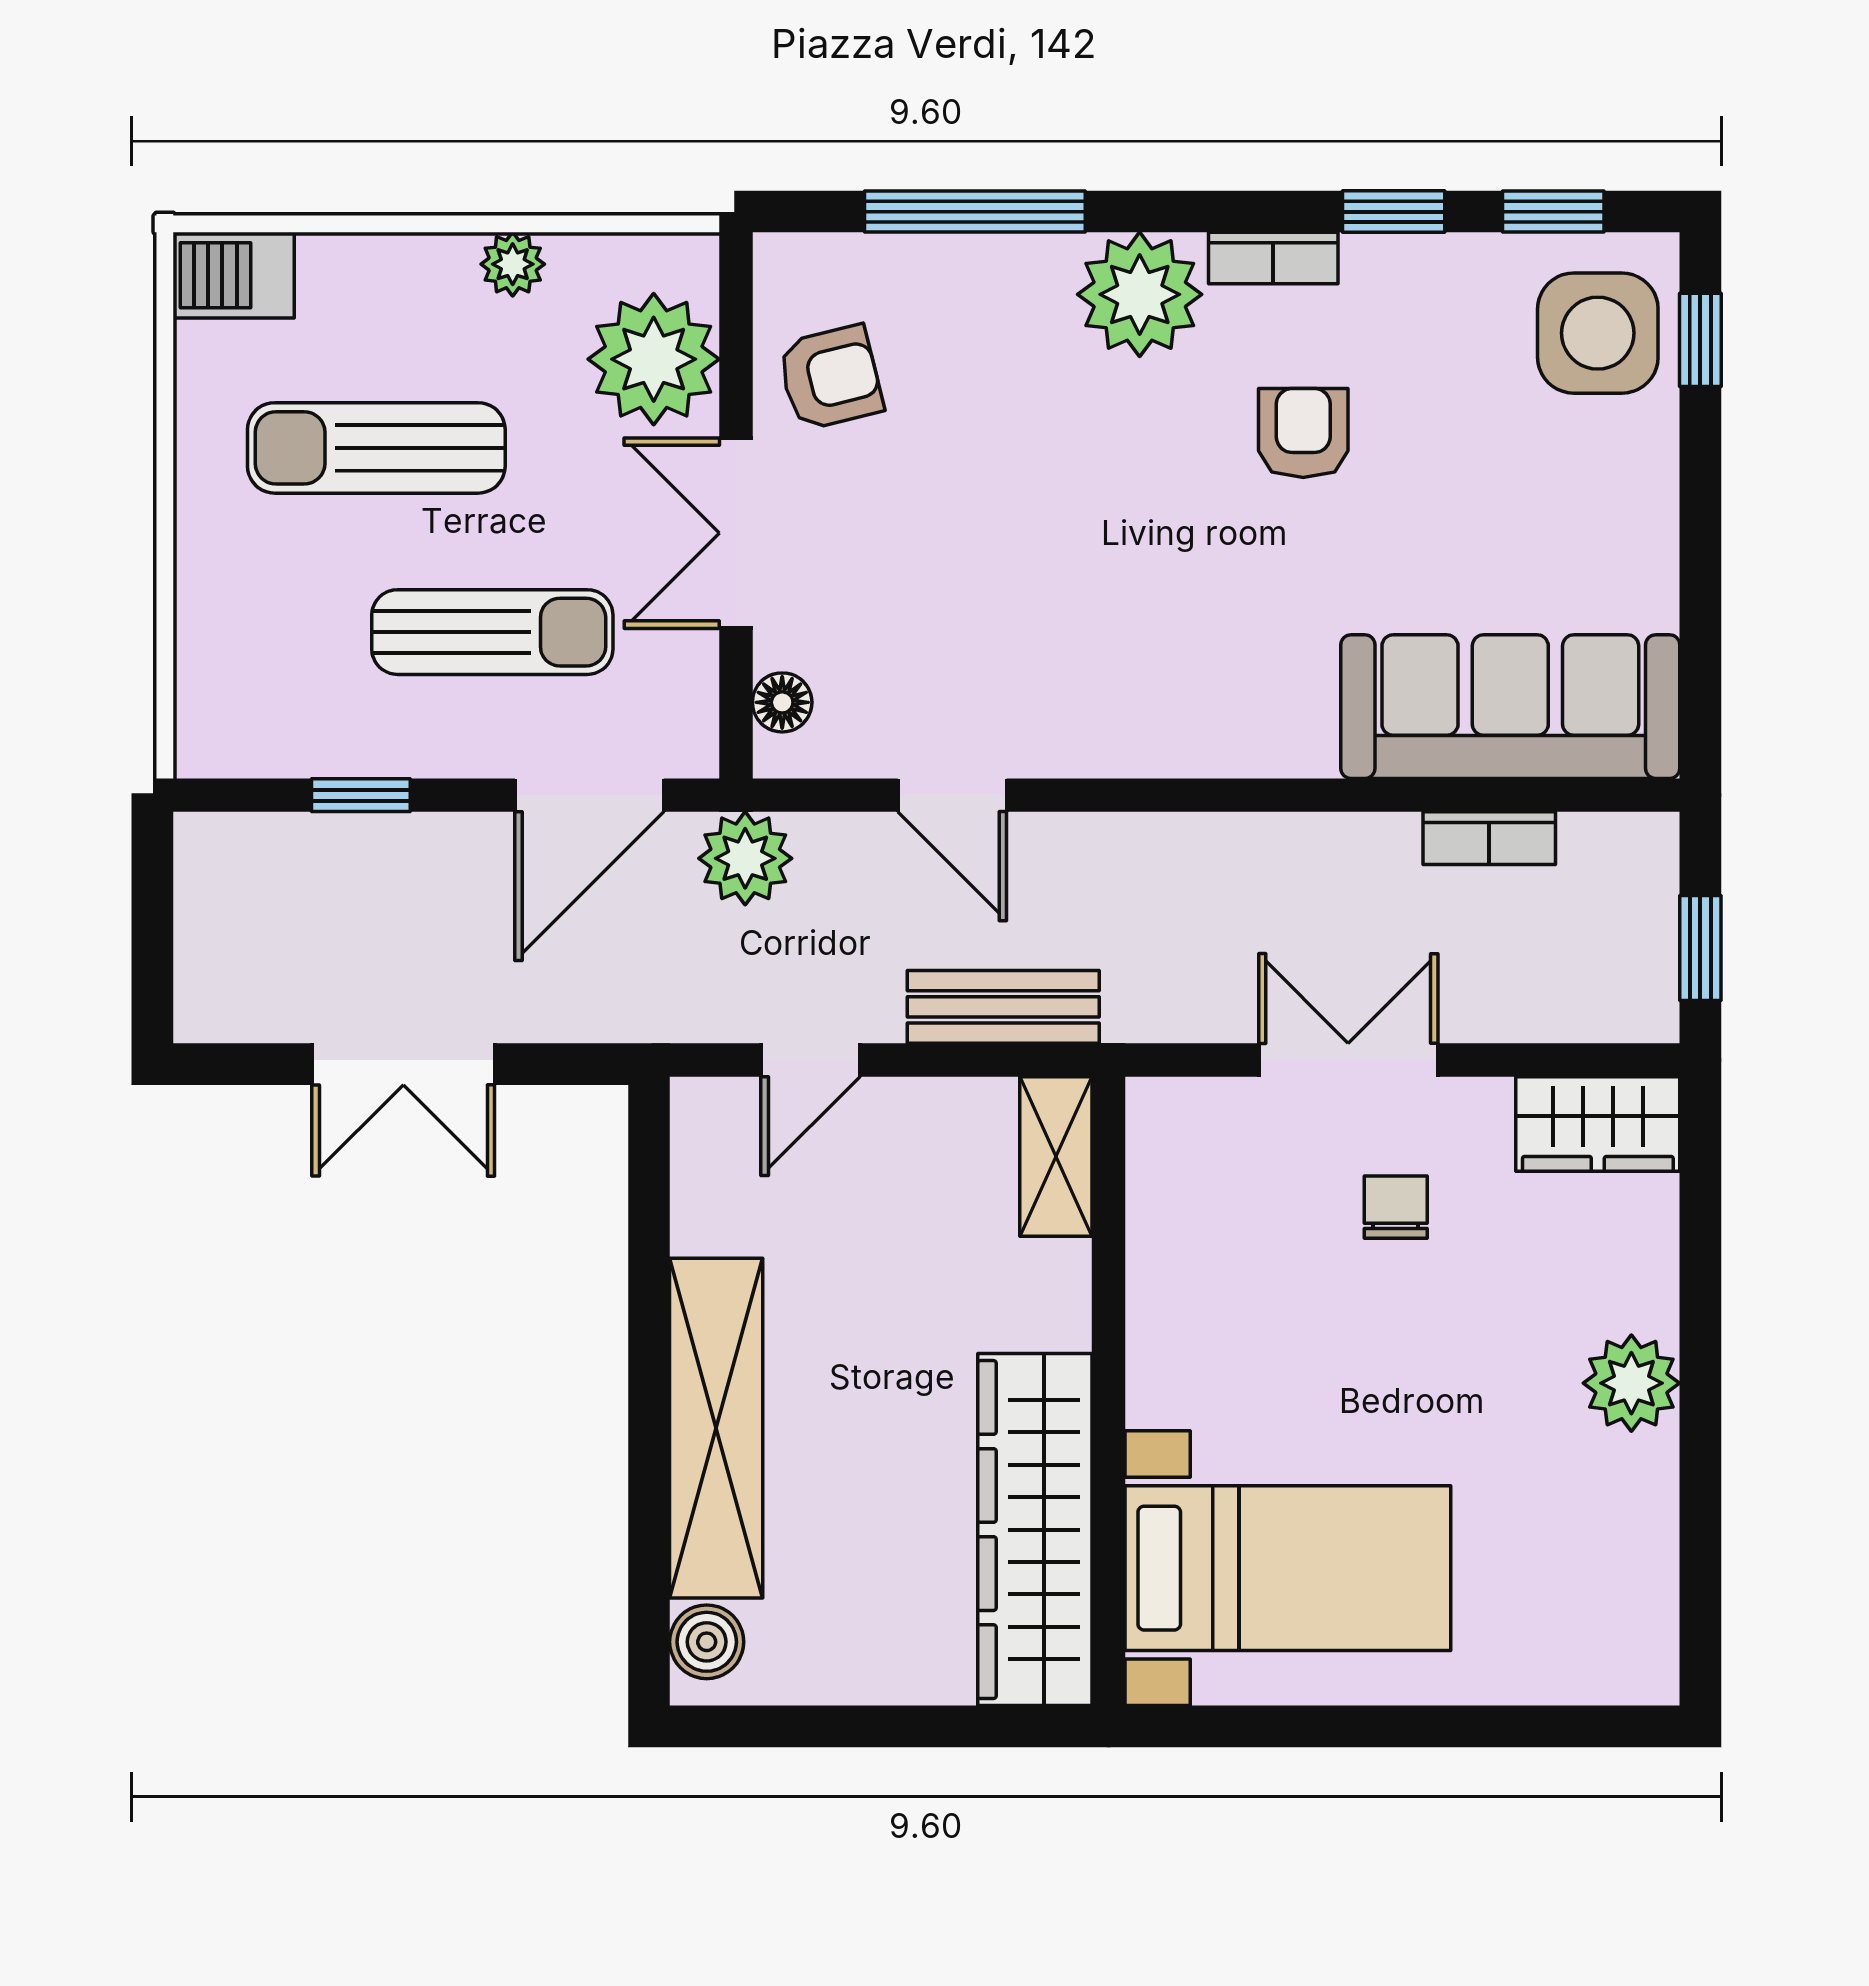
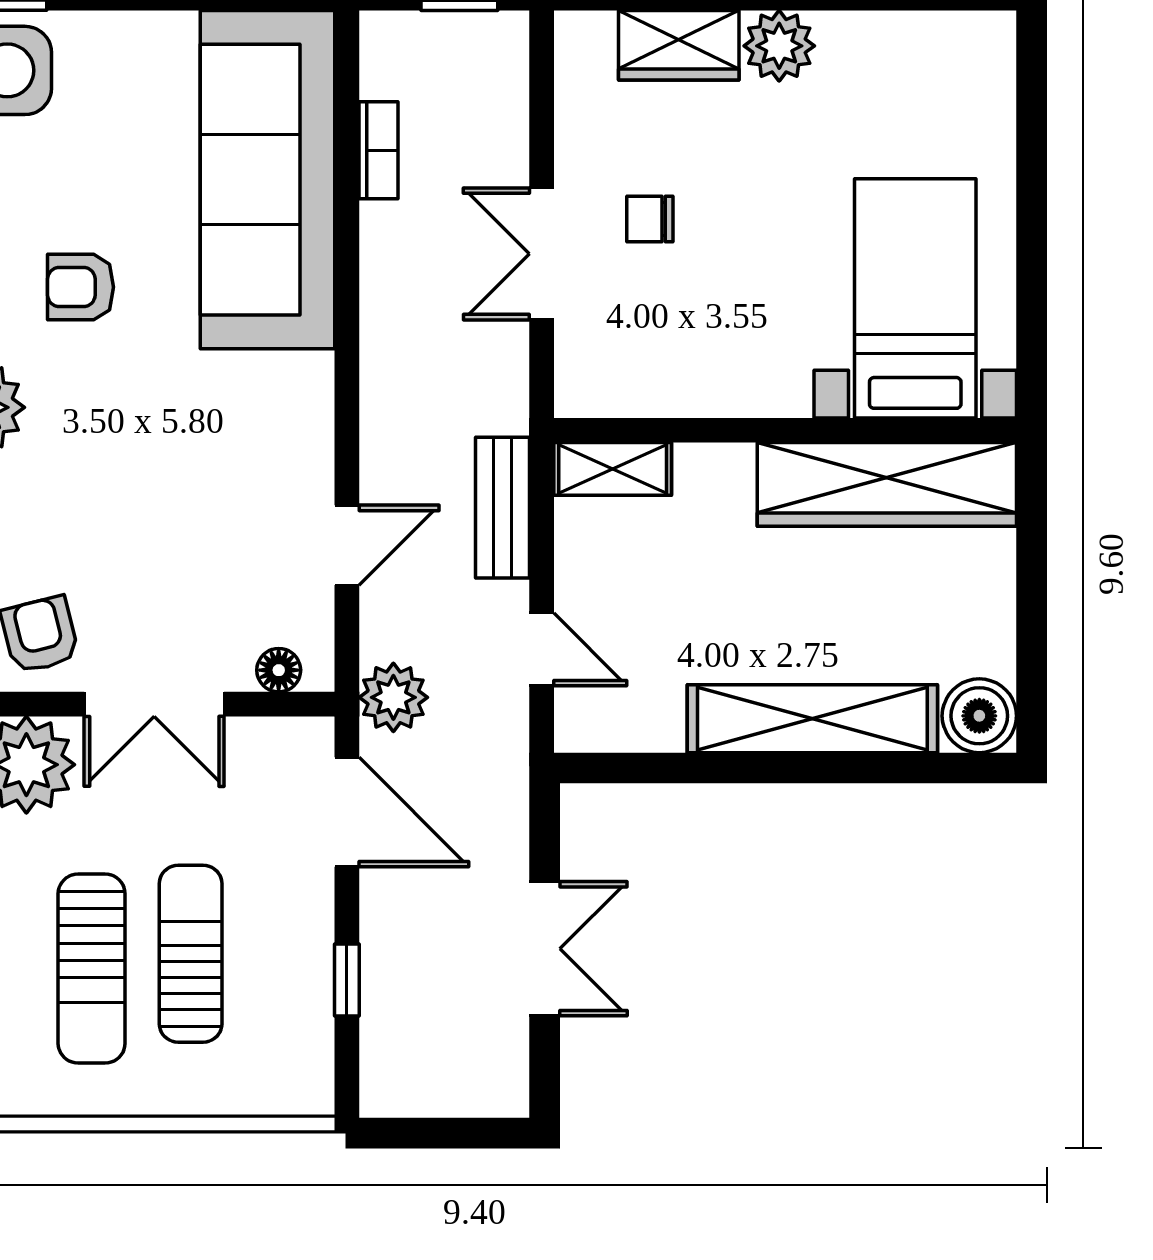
sun lounger: (492, 632) -> (191, 954), moved
sofa: (1510, 707) -> (267, 180), width x1.36, depth x1.27
wardrobe: (1598, 1124) -> (679, 45), moved, turned 90
boiler: (707, 1642) -> (979, 716), width x1.36, depth x1.36

